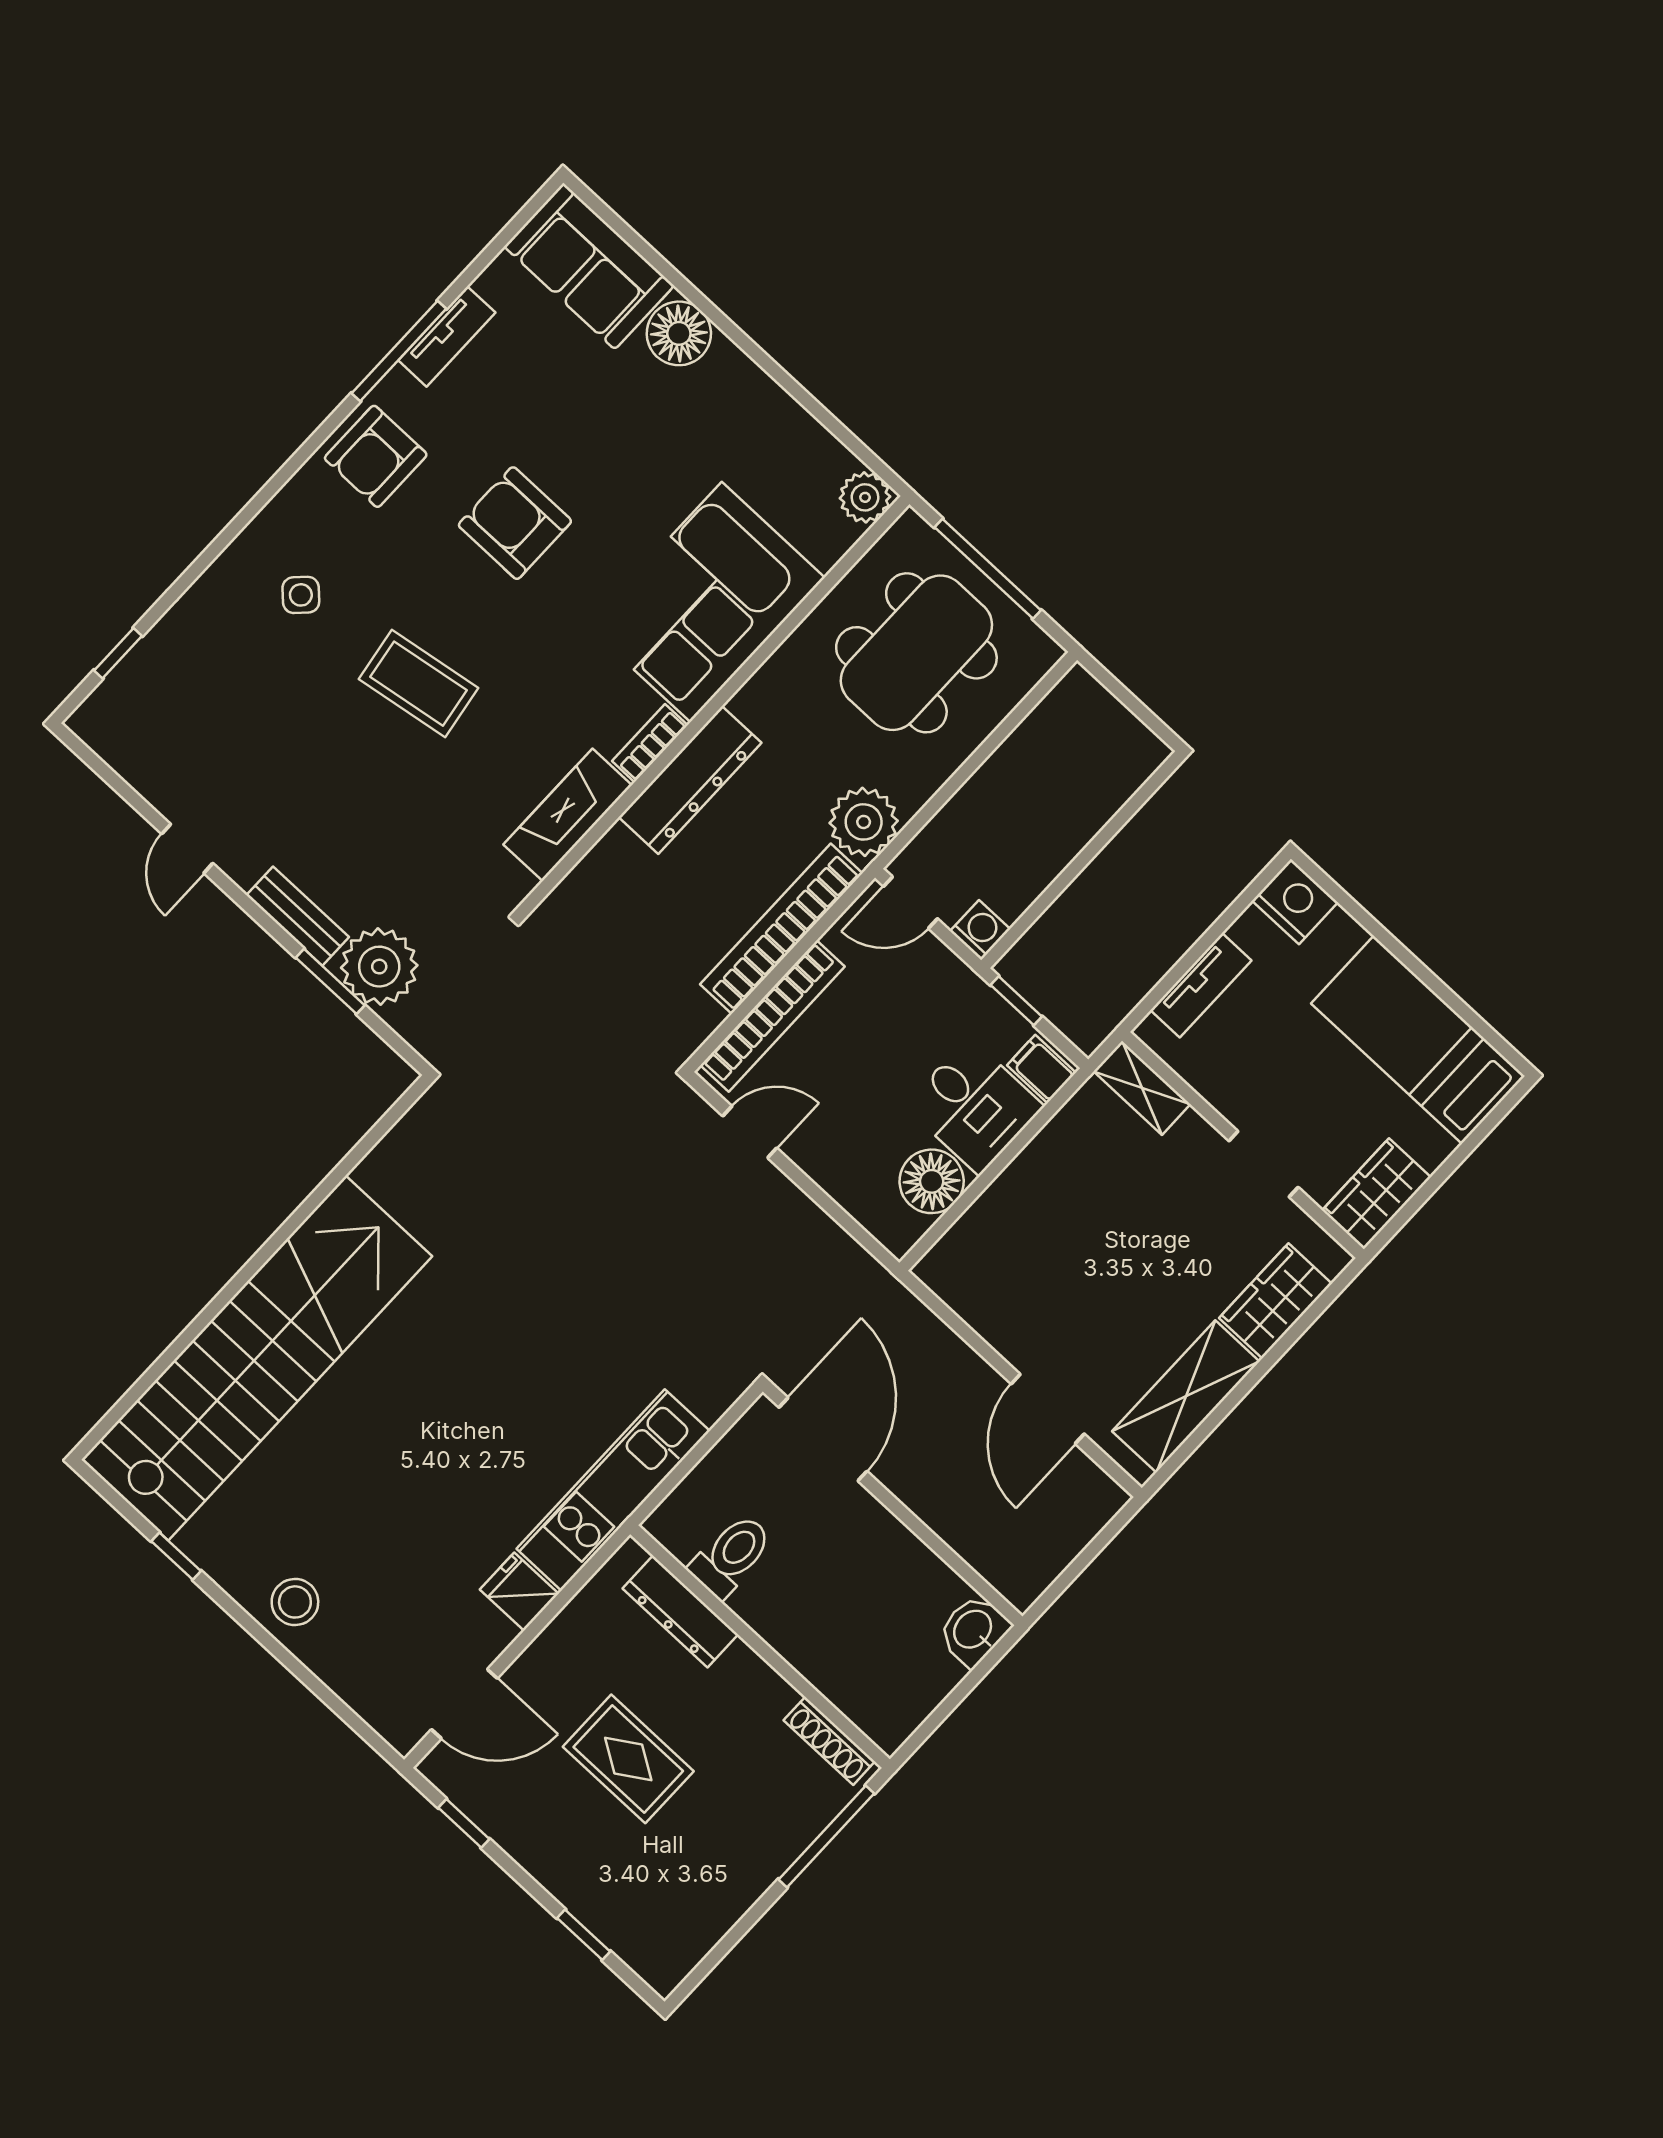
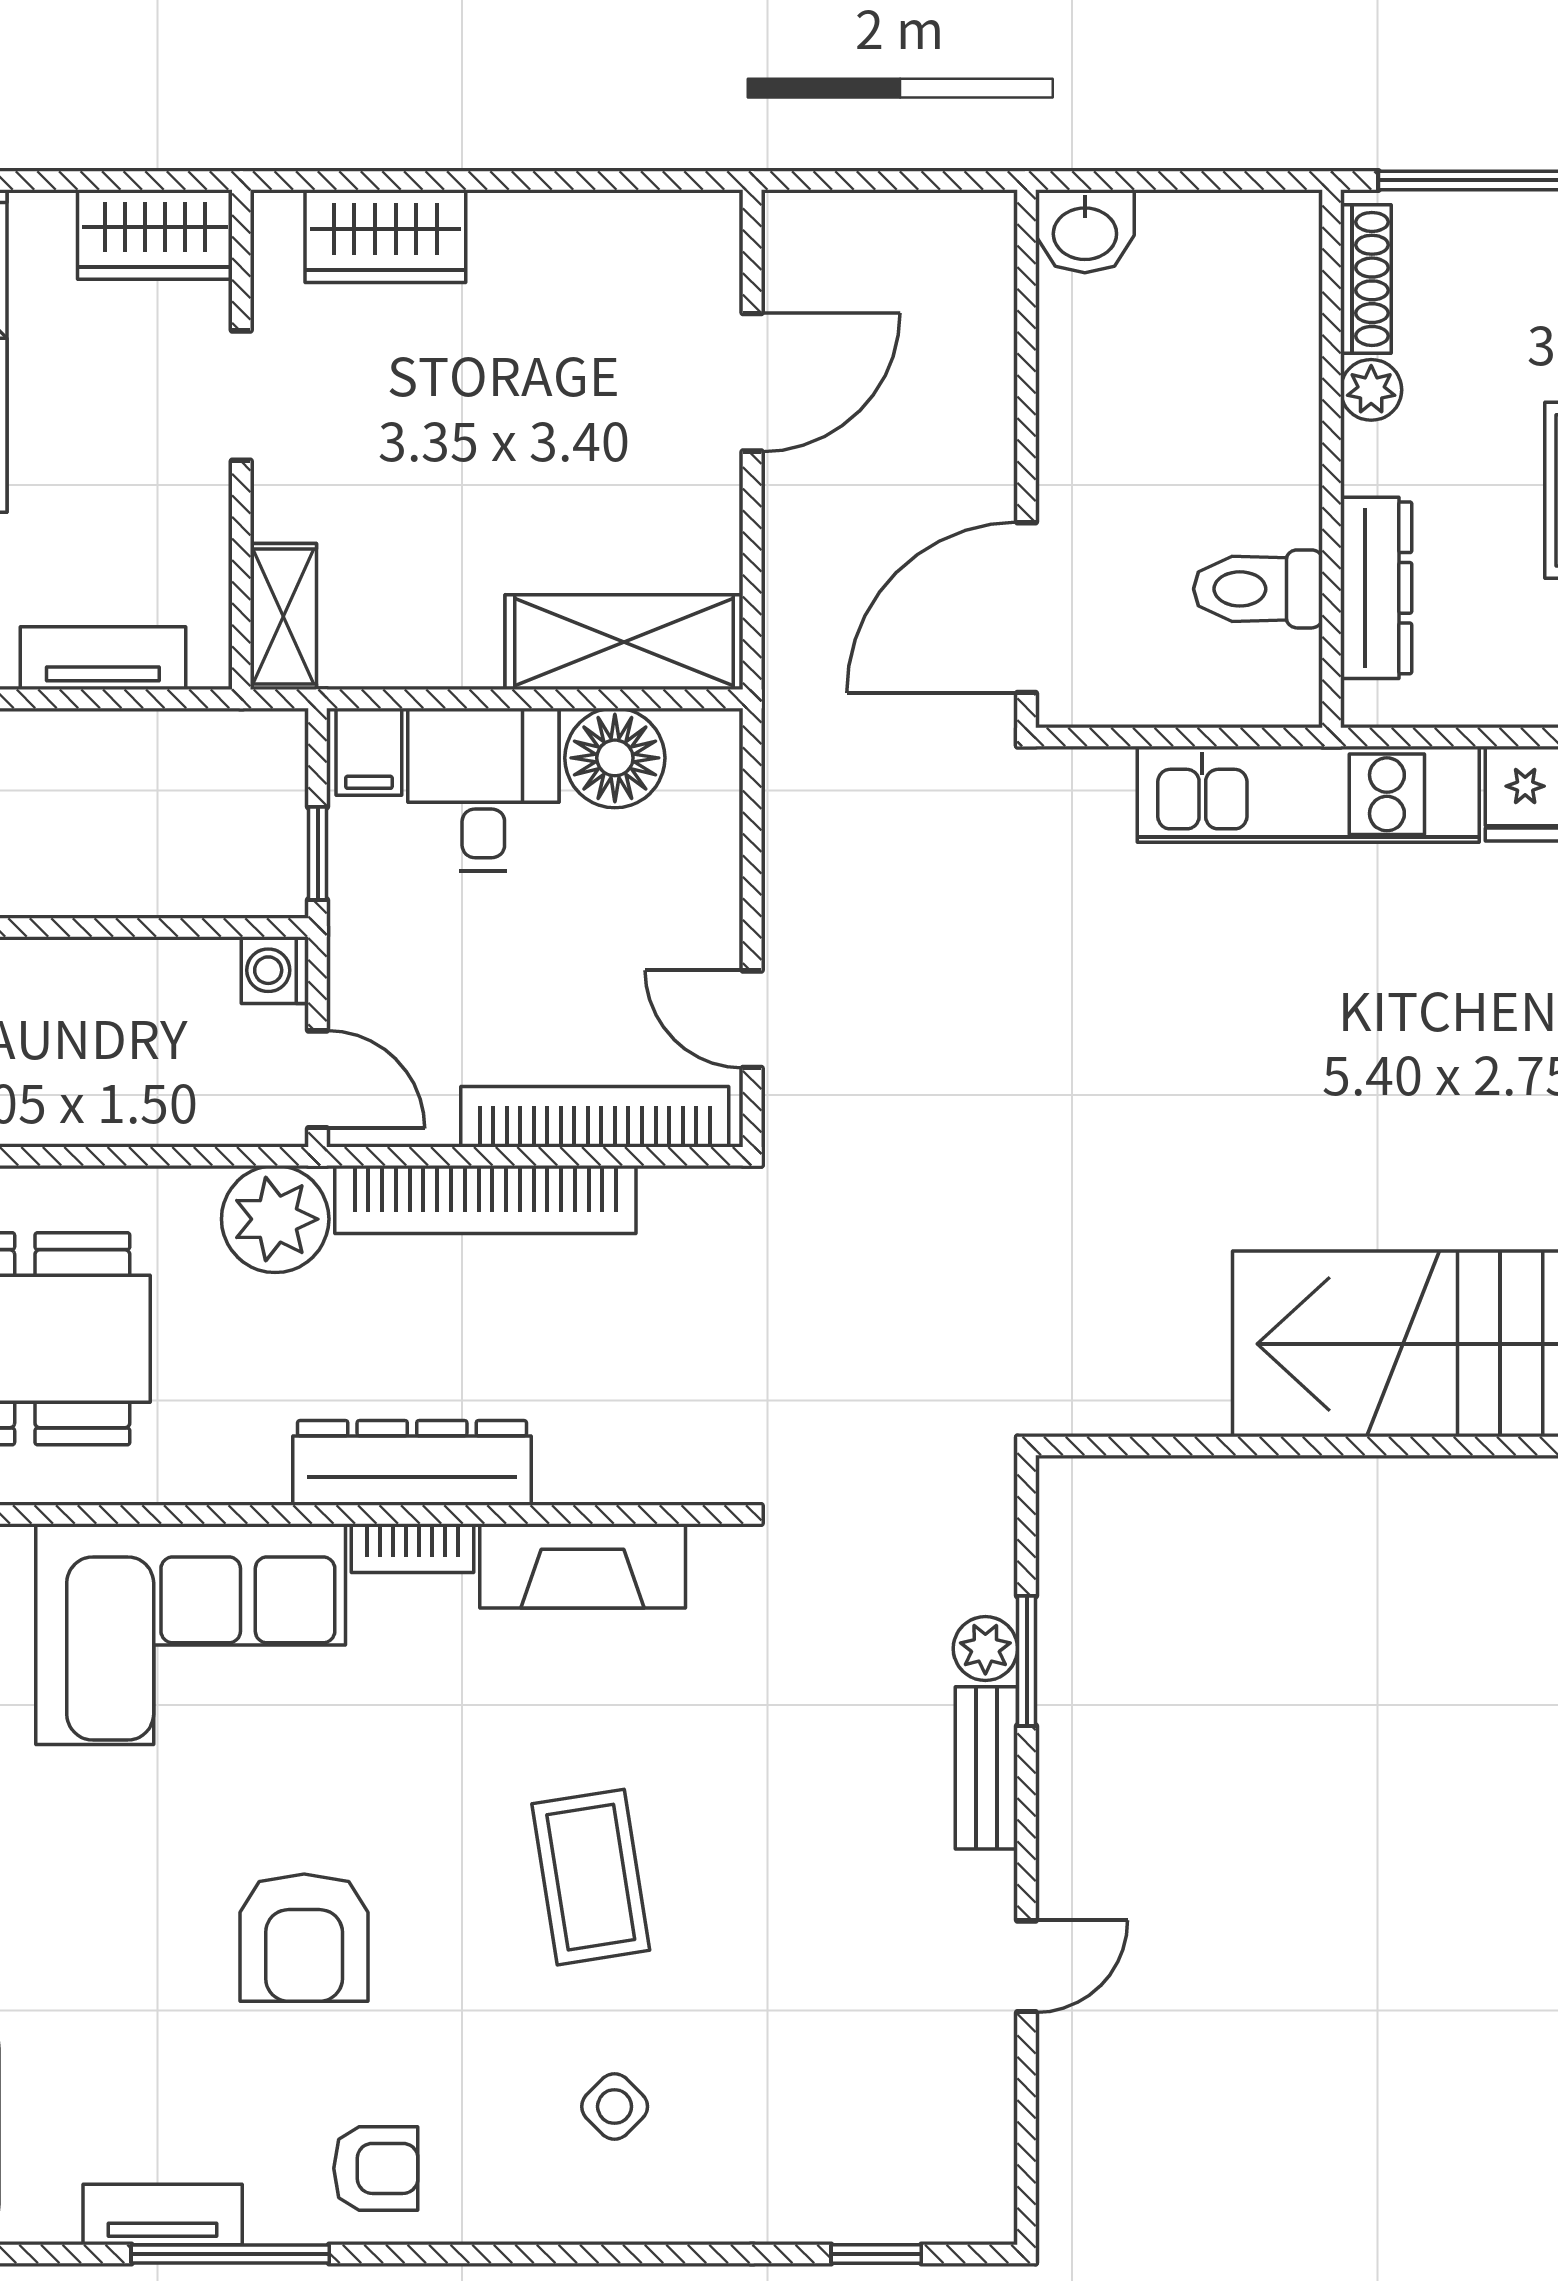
armchair: (376, 456) -> (376, 2168), width x0.72, depth x0.72
plant: (379, 967) -> (985, 1649), width x0.53, depth x0.53
shelving: (1186, 1396) -> (624, 642), moved
plant: (775, 1695) -> (1371, 390), added

